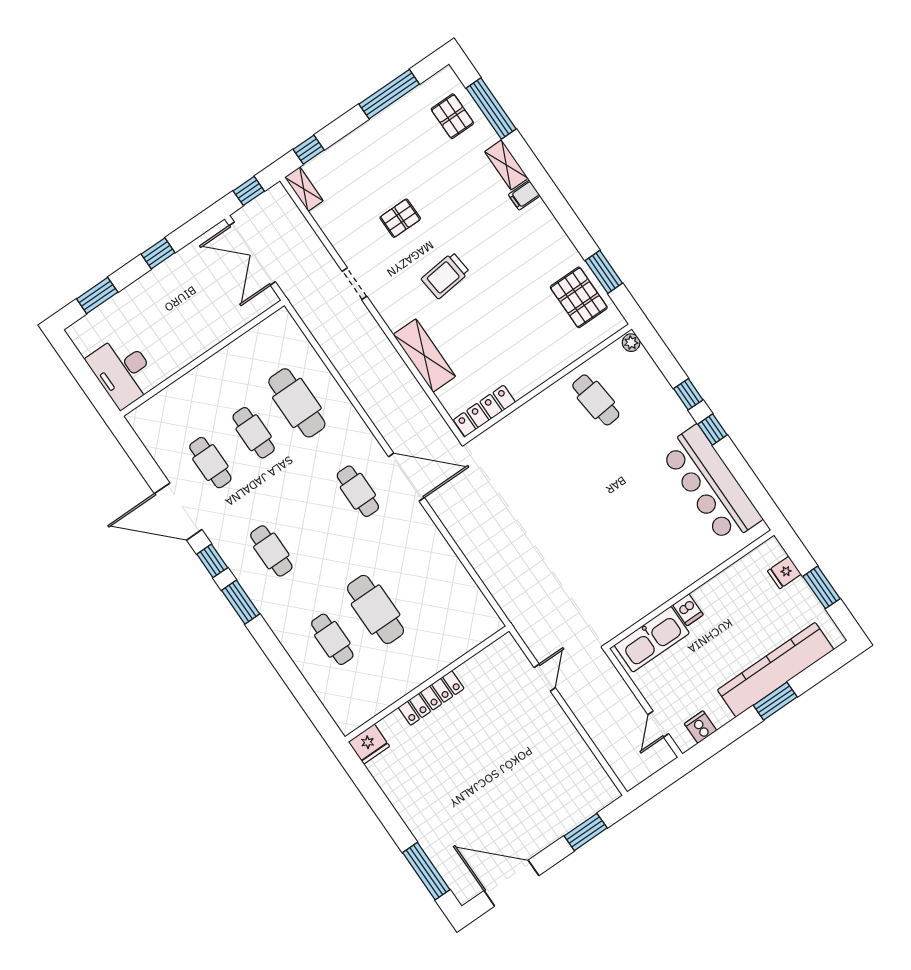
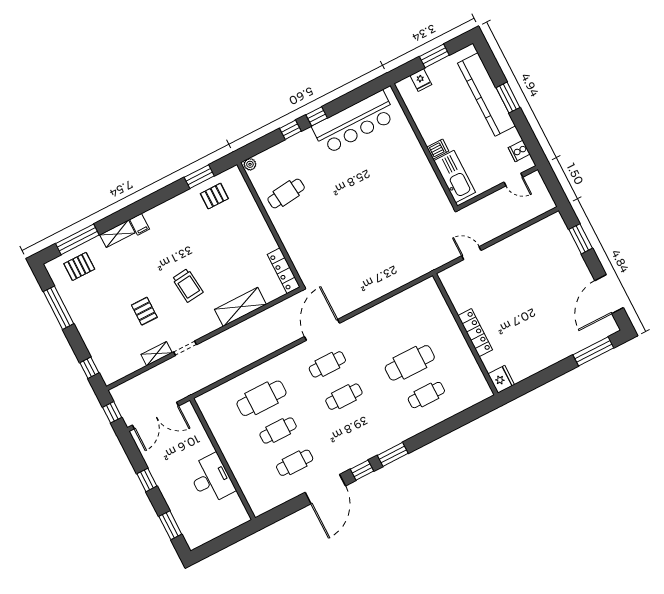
shelving: (304, 189) -> (157, 354), moved
pallet: (579, 297) -> (214, 196), width x0.67, depth x0.71
desk: (123, 371) -> (211, 479), moved, turned -90
cafe table: (271, 551) -> (344, 397), moved

